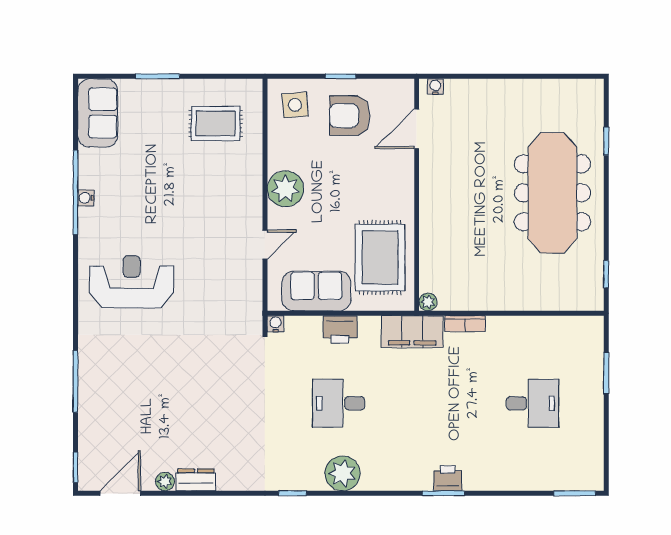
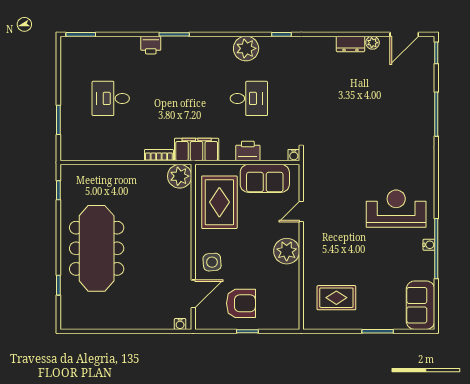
side table: (295, 105) -> (212, 262), moved
reception desk: (132, 282) -> (396, 209), moved, turned 180
plant: (428, 302) -> (180, 176), width x1.88, depth x1.88
printer: (448, 478) -> (151, 45), moved

